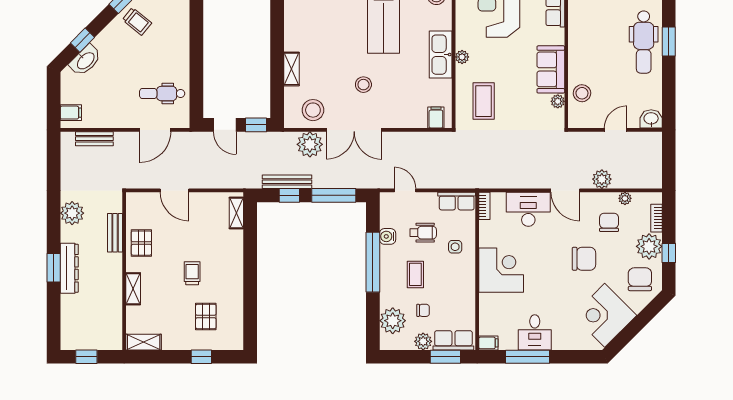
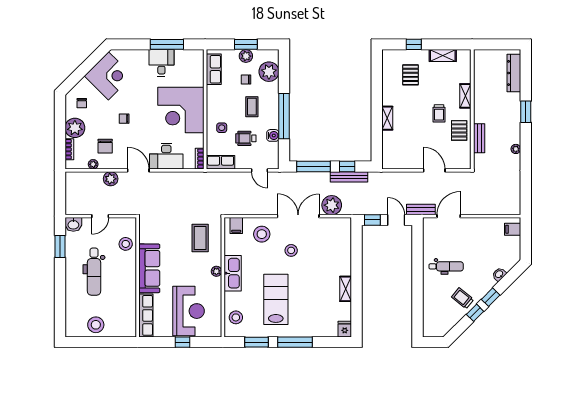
window: (83, 40) -> (491, 297), moved
window: (669, 41) -> (60, 247), moved
dental chair: (644, 42) -> (94, 272), moved, turned 180
washbasin: (85, 60) -> (499, 274), width x0.52, depth x0.69
shelving: (291, 69) -> (346, 289), moved
sofa: (551, 69) -> (149, 268), width x1.36
dental chair: (162, 94) -> (446, 266), moved
plant: (558, 101) -> (144, 238), removed
stool: (313, 110) -> (262, 234), moved
bench: (94, 139) -> (421, 209), moved
plant: (72, 213) -> (516, 149), width x0.53, depth x0.53
shelving: (236, 213) -> (387, 118), moved
window: (669, 253) -> (60, 123), removed
chair: (584, 259) -> (124, 119), width x0.54, depth x0.54
dresser: (69, 268) -> (514, 73), moved
corner desk: (501, 270) -> (181, 110), width x1.36, depth x1.36
trolley: (192, 273) -> (439, 113), moved
chair: (640, 279) -> (82, 103), width x0.54, depth x0.54
row of seats: (453, 340) -> (214, 69), moved, turned -90
shelving: (144, 342) -> (443, 55), moved
filing cabinet: (488, 343) -> (197, 55), removed
window: (86, 357) -> (501, 44), removed
window: (445, 357) -> (246, 44), moved

